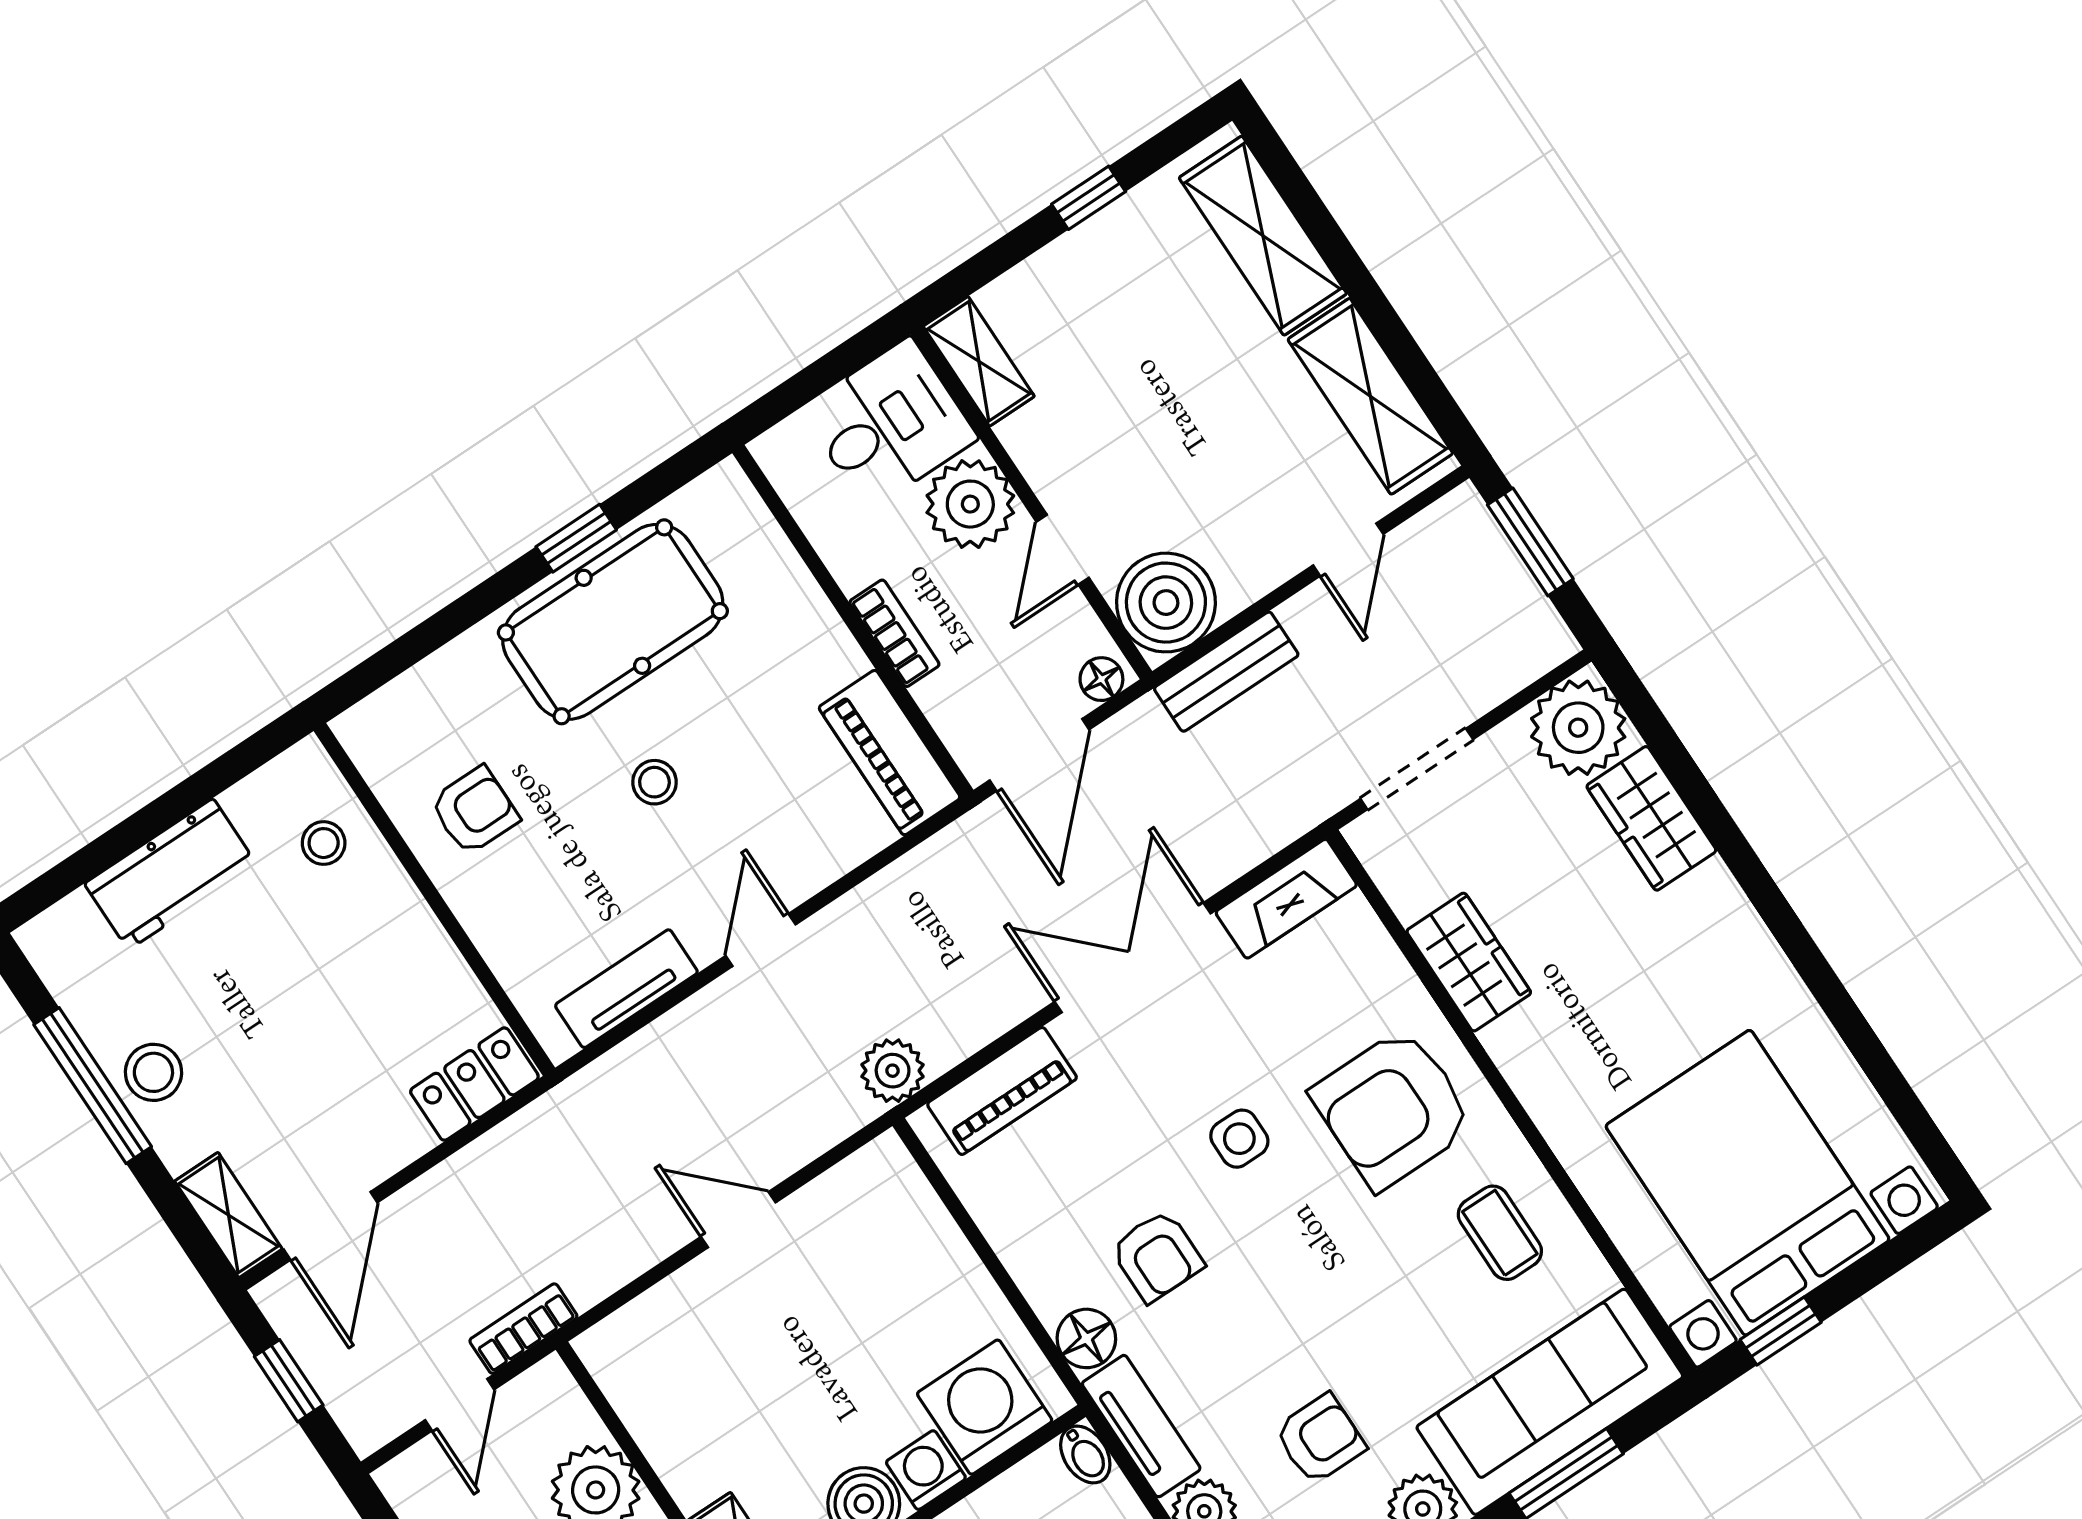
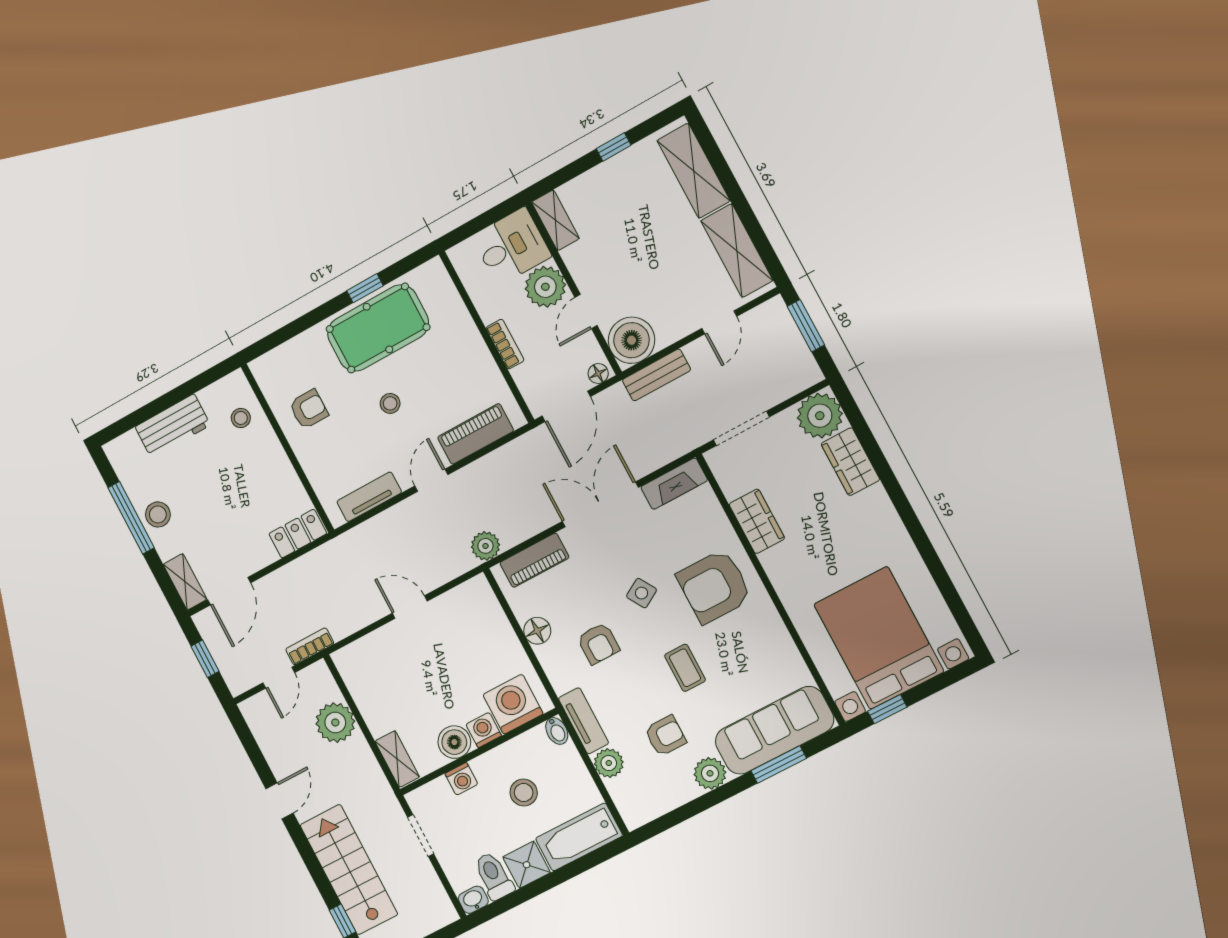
piano: (890, 753) -> (476, 434), moved, turned 90
side table: (1239, 1139) -> (642, 593), turned -31
coffee table: (1500, 1233) -> (685, 668), moved
floor lamp: (1086, 1338) -> (537, 631), moved

